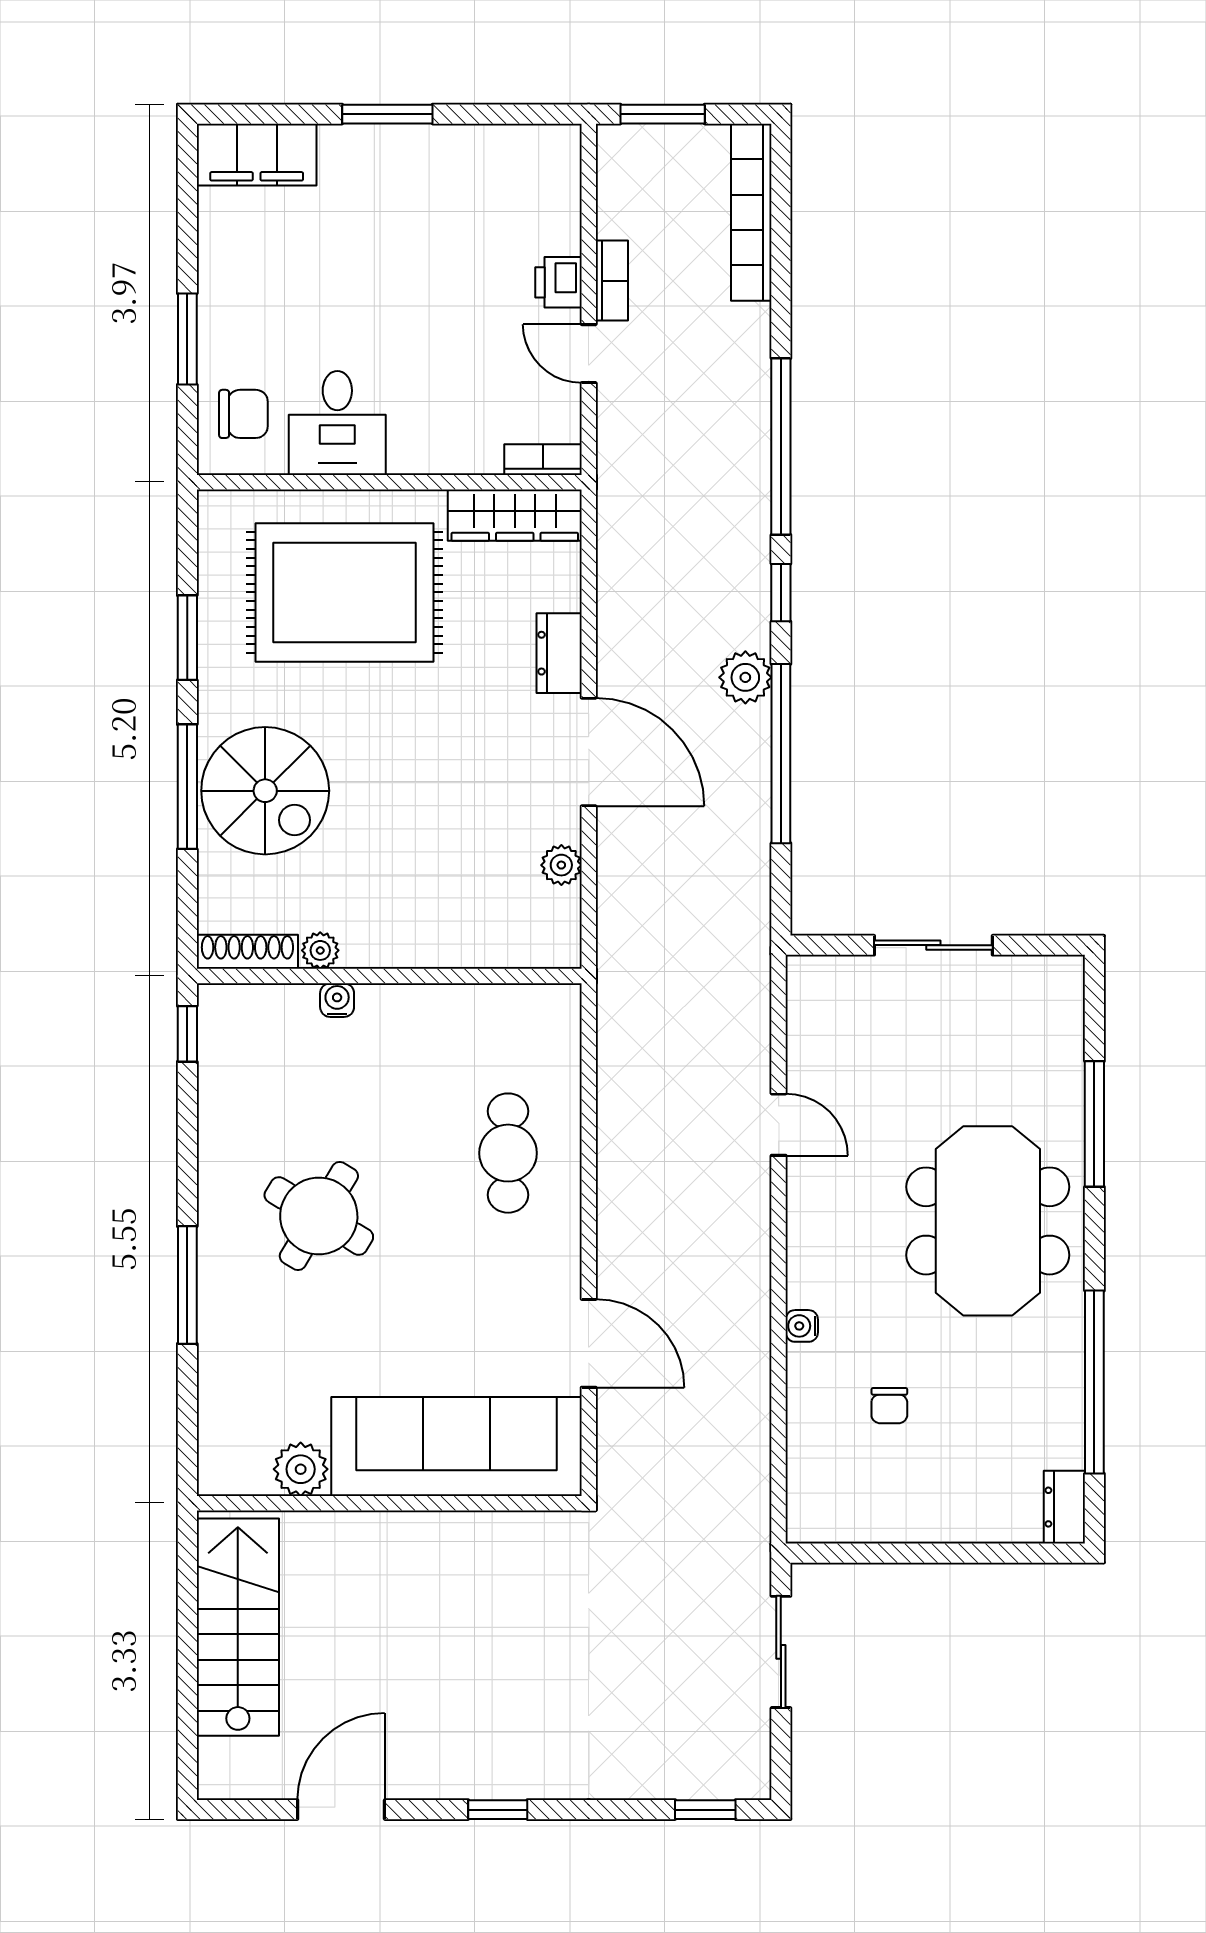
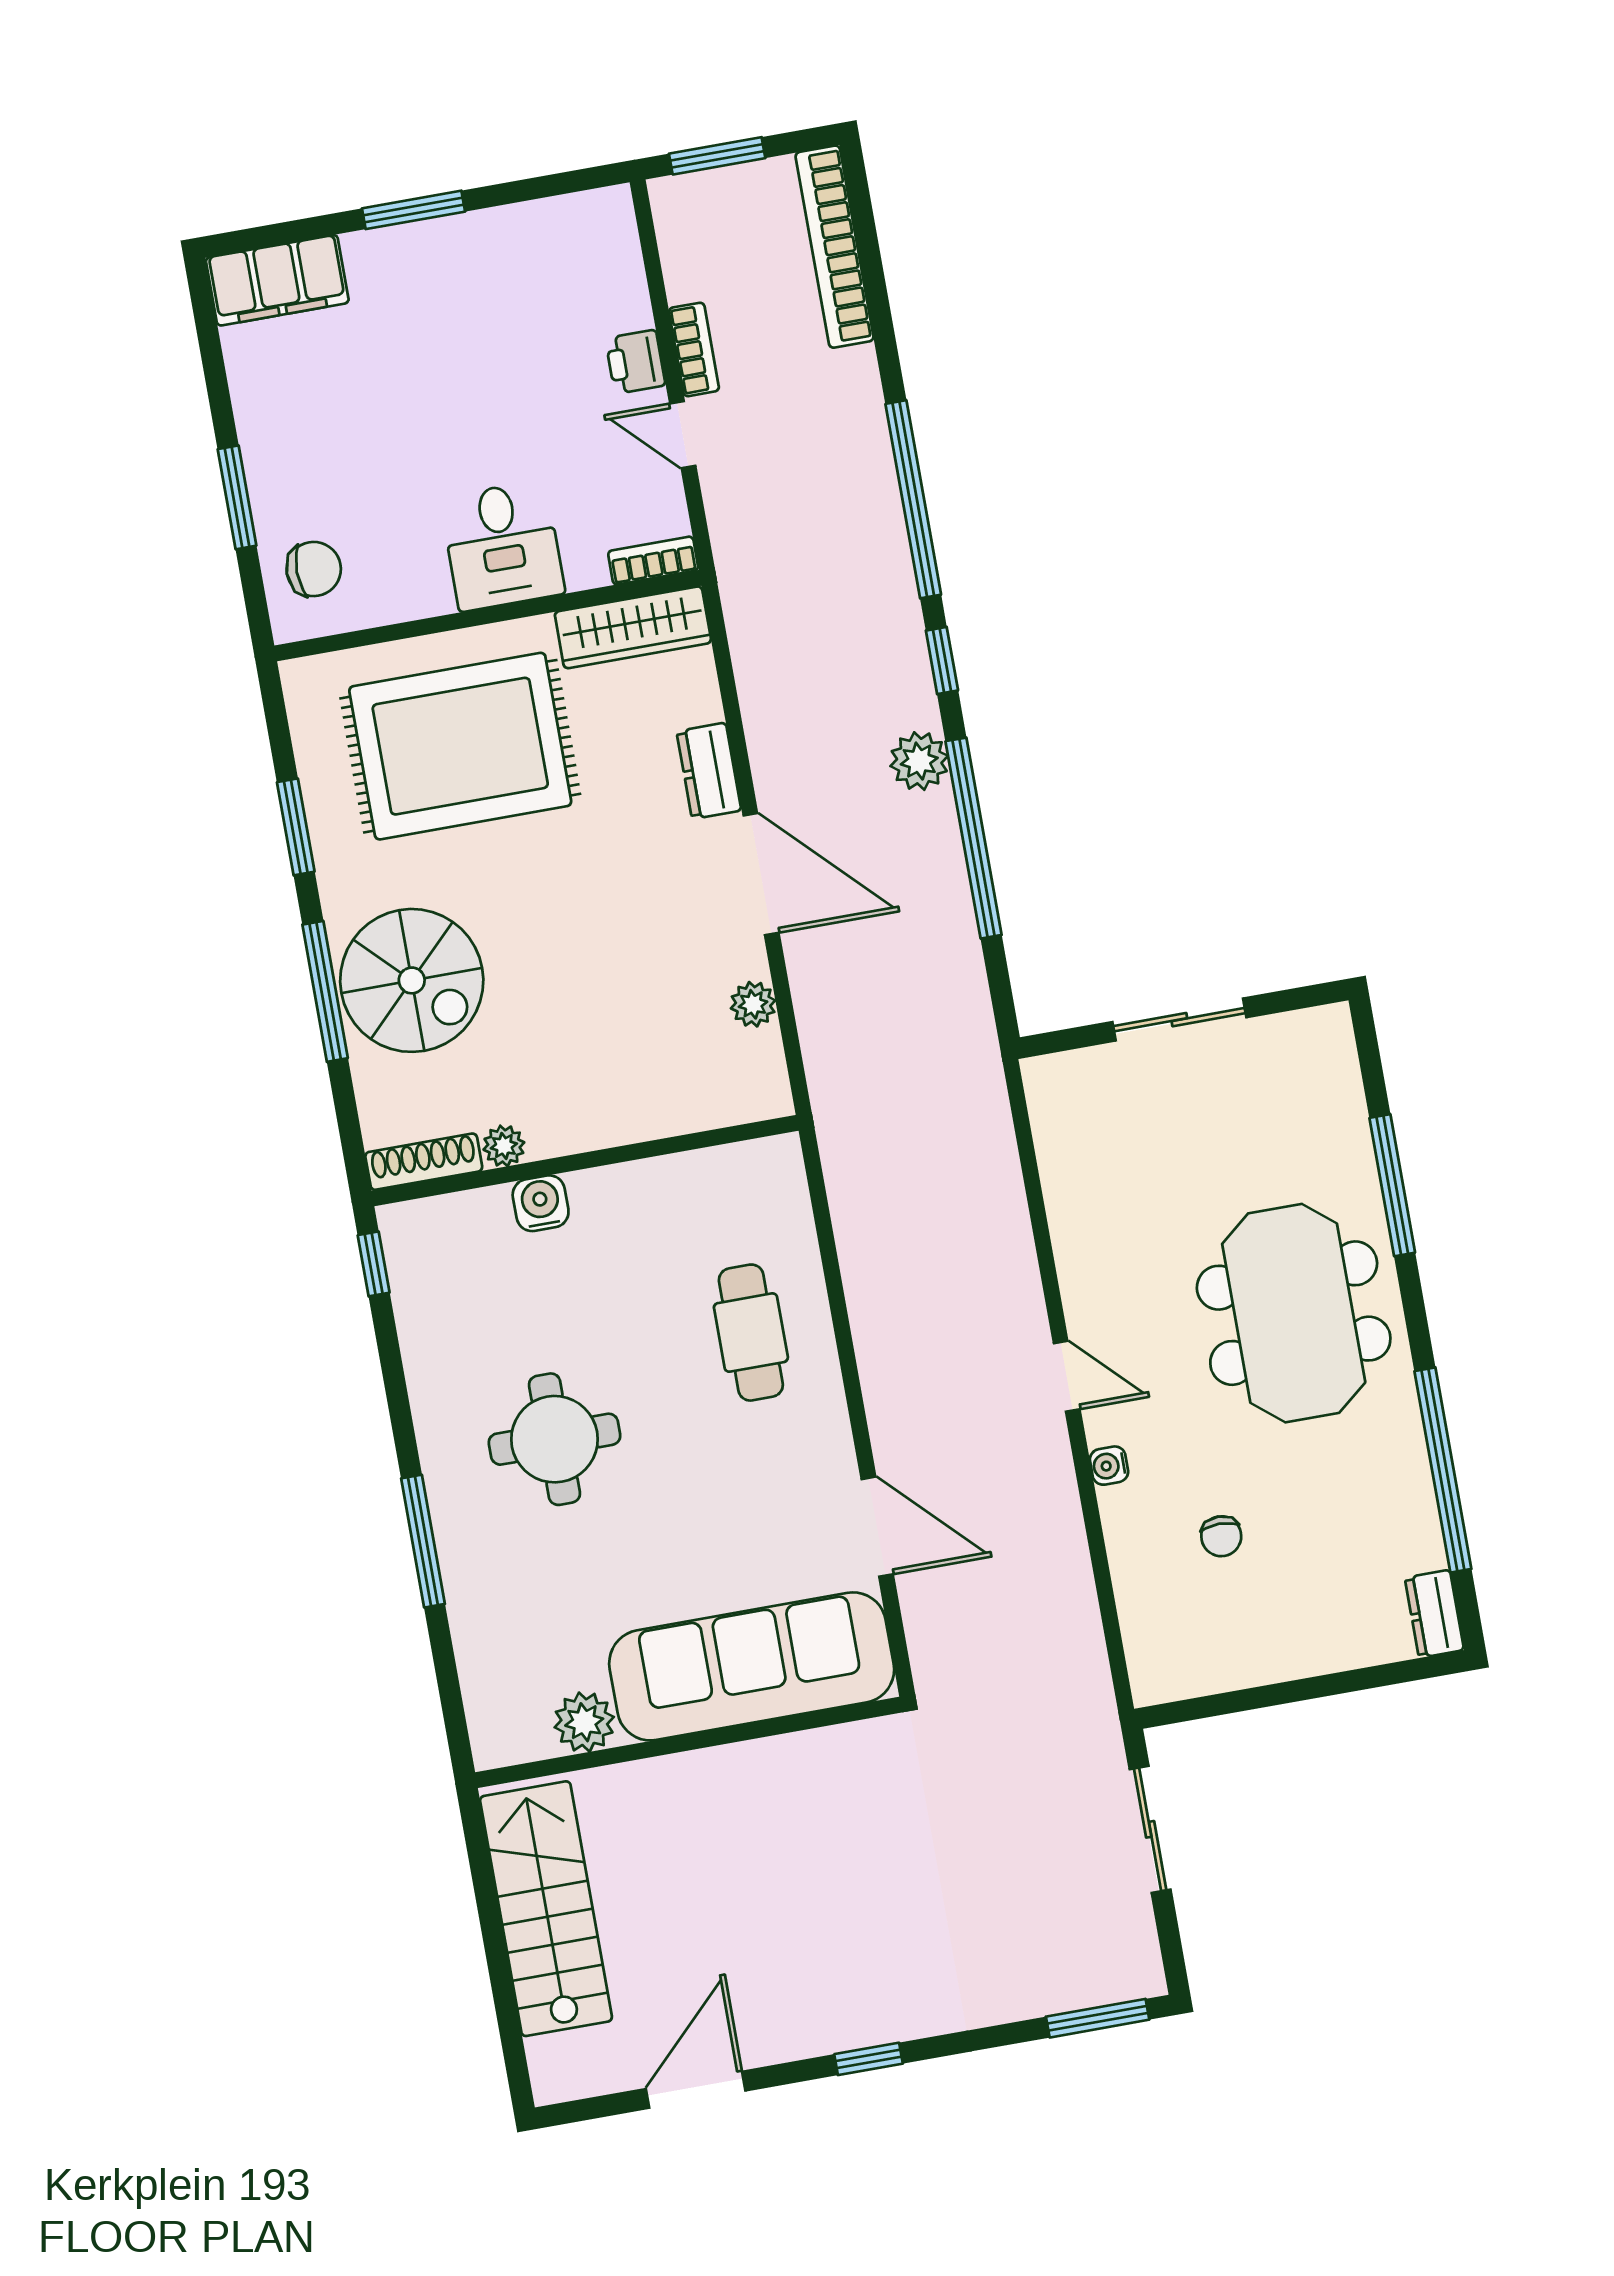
desk: (337, 423) -> (502, 546), moved
water cooler: (337, 1000) -> (541, 1203), width x1.38, depth x1.38
door: (779, 1125) -> (1067, 1376), moved
round table: (319, 1216) -> (554, 1439), turned -31
window: (705, 1810) -> (1098, 2018), width x1.50

